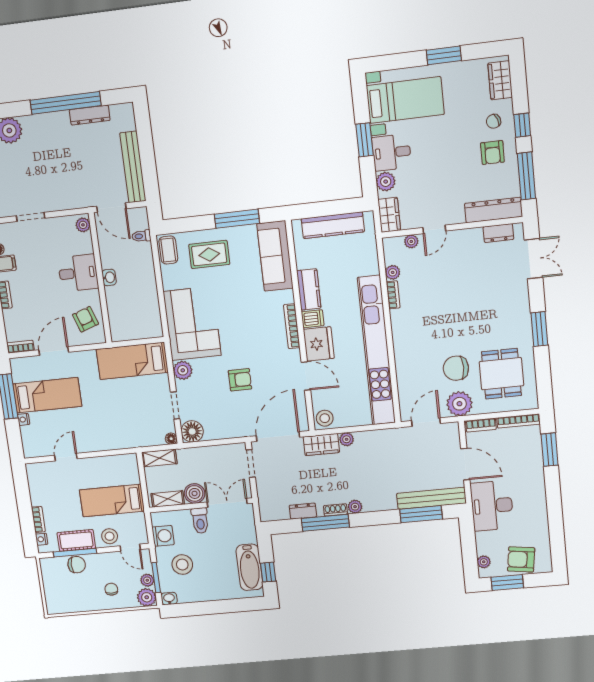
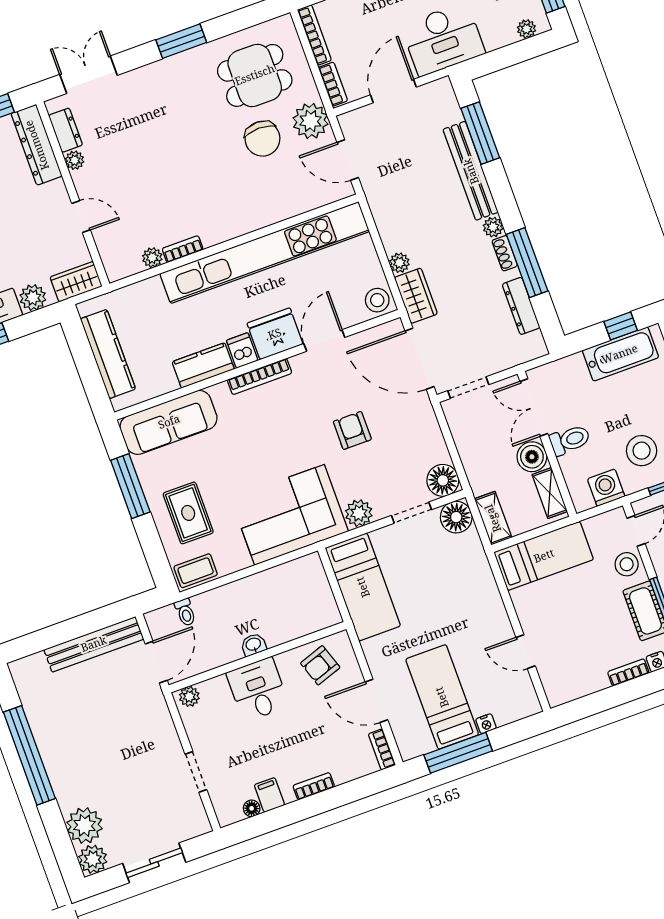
dresser: (90, 115) -> (38, 719), removed
plant: (411, 241) -> (75, 160), moved
floor lamp: (171, 439) -> (456, 517), width x1.89, depth x1.89
bench: (431, 498) -> (471, 171), moved
bed: (112, 501) -> (544, 556), moved, turned -90
dresser: (303, 511) -> (521, 306), width x1.44

